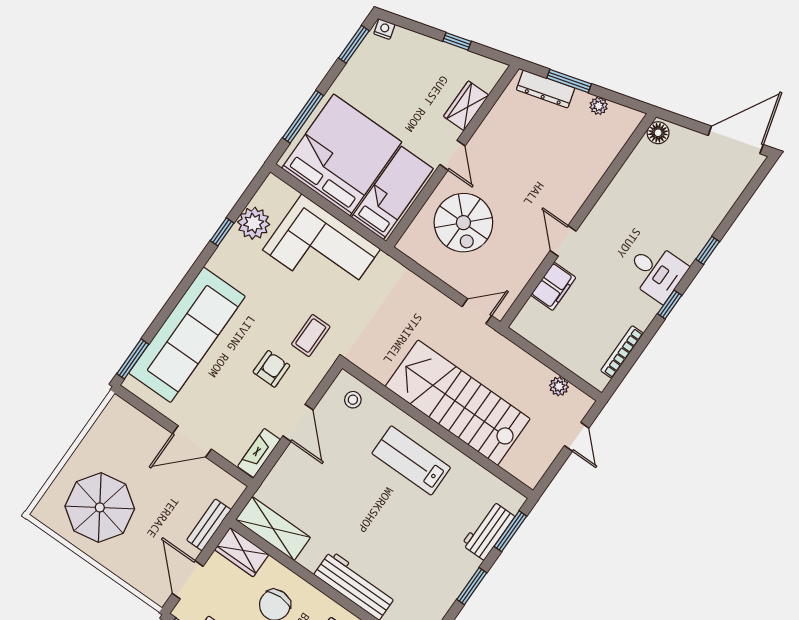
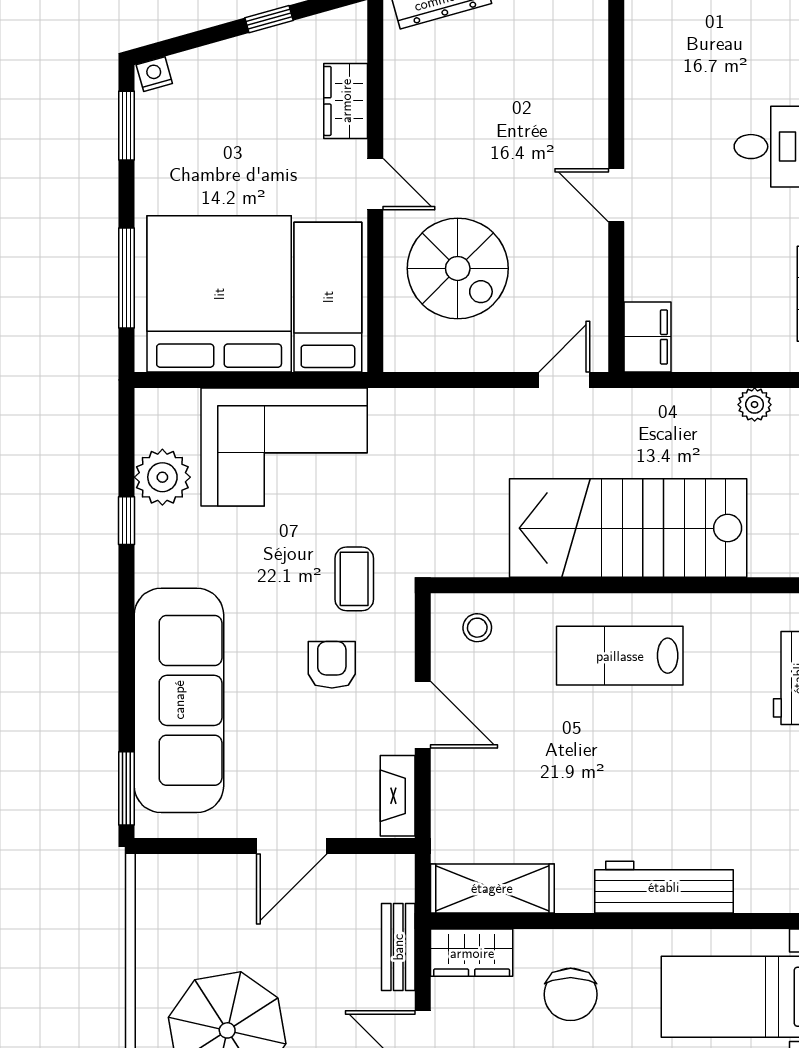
filing cabinet: (553, 286) -> (648, 337), moved

